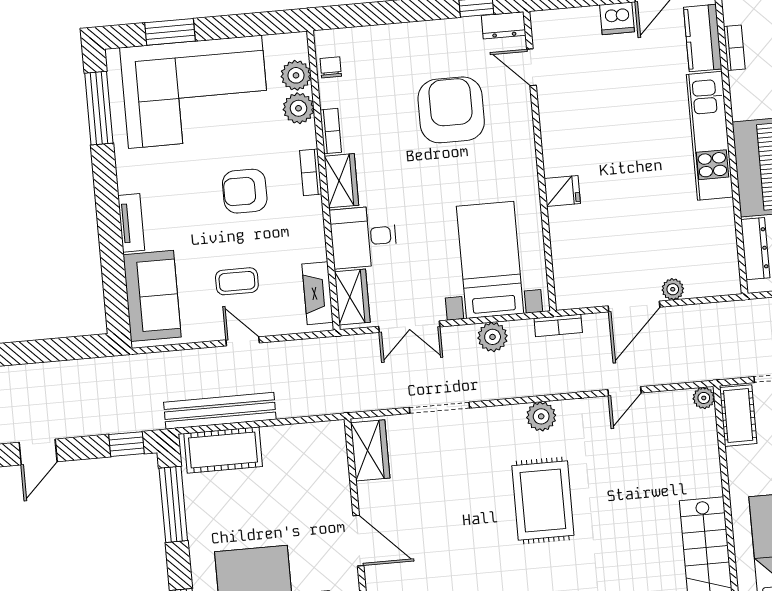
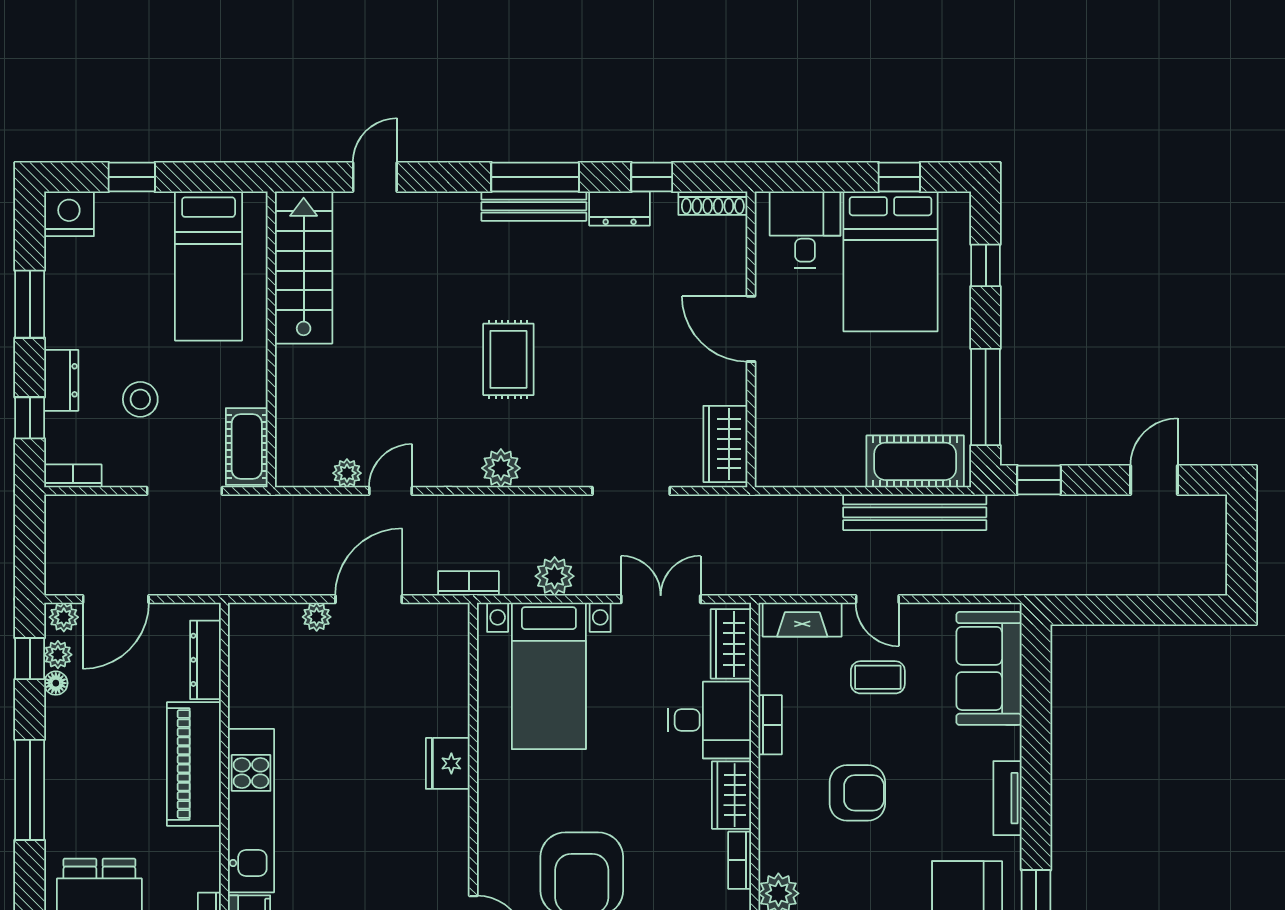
bookcase: (311, 172) -> (770, 725), moved
fridge: (562, 191) -> (448, 763), width x1.38
tv unit: (131, 223) -> (1007, 798), moved
fireplace: (318, 293) -> (802, 620), moved, turned 90
plant: (704, 398) -> (347, 473), moved
rug: (543, 500) -> (508, 359), width x0.73, depth x0.70

